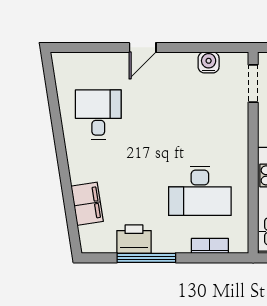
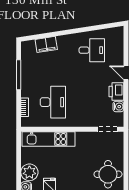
desk: (200, 191) -> (53, 102), turned 180
printer: (134, 239) -> (116, 91), moved, turned 180

